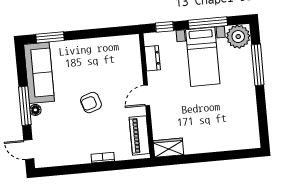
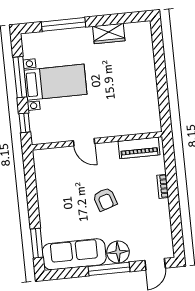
plant: (238, 37) -> (34, 45), removed
dresser: (152, 58) -> (58, 135), removed
door: (147, 95) -> (84, 142), moved
floor lamp: (35, 110) -> (118, 252), width x1.89, depth x1.89
wardrobe: (168, 148) -> (109, 33), moved, turned -90

